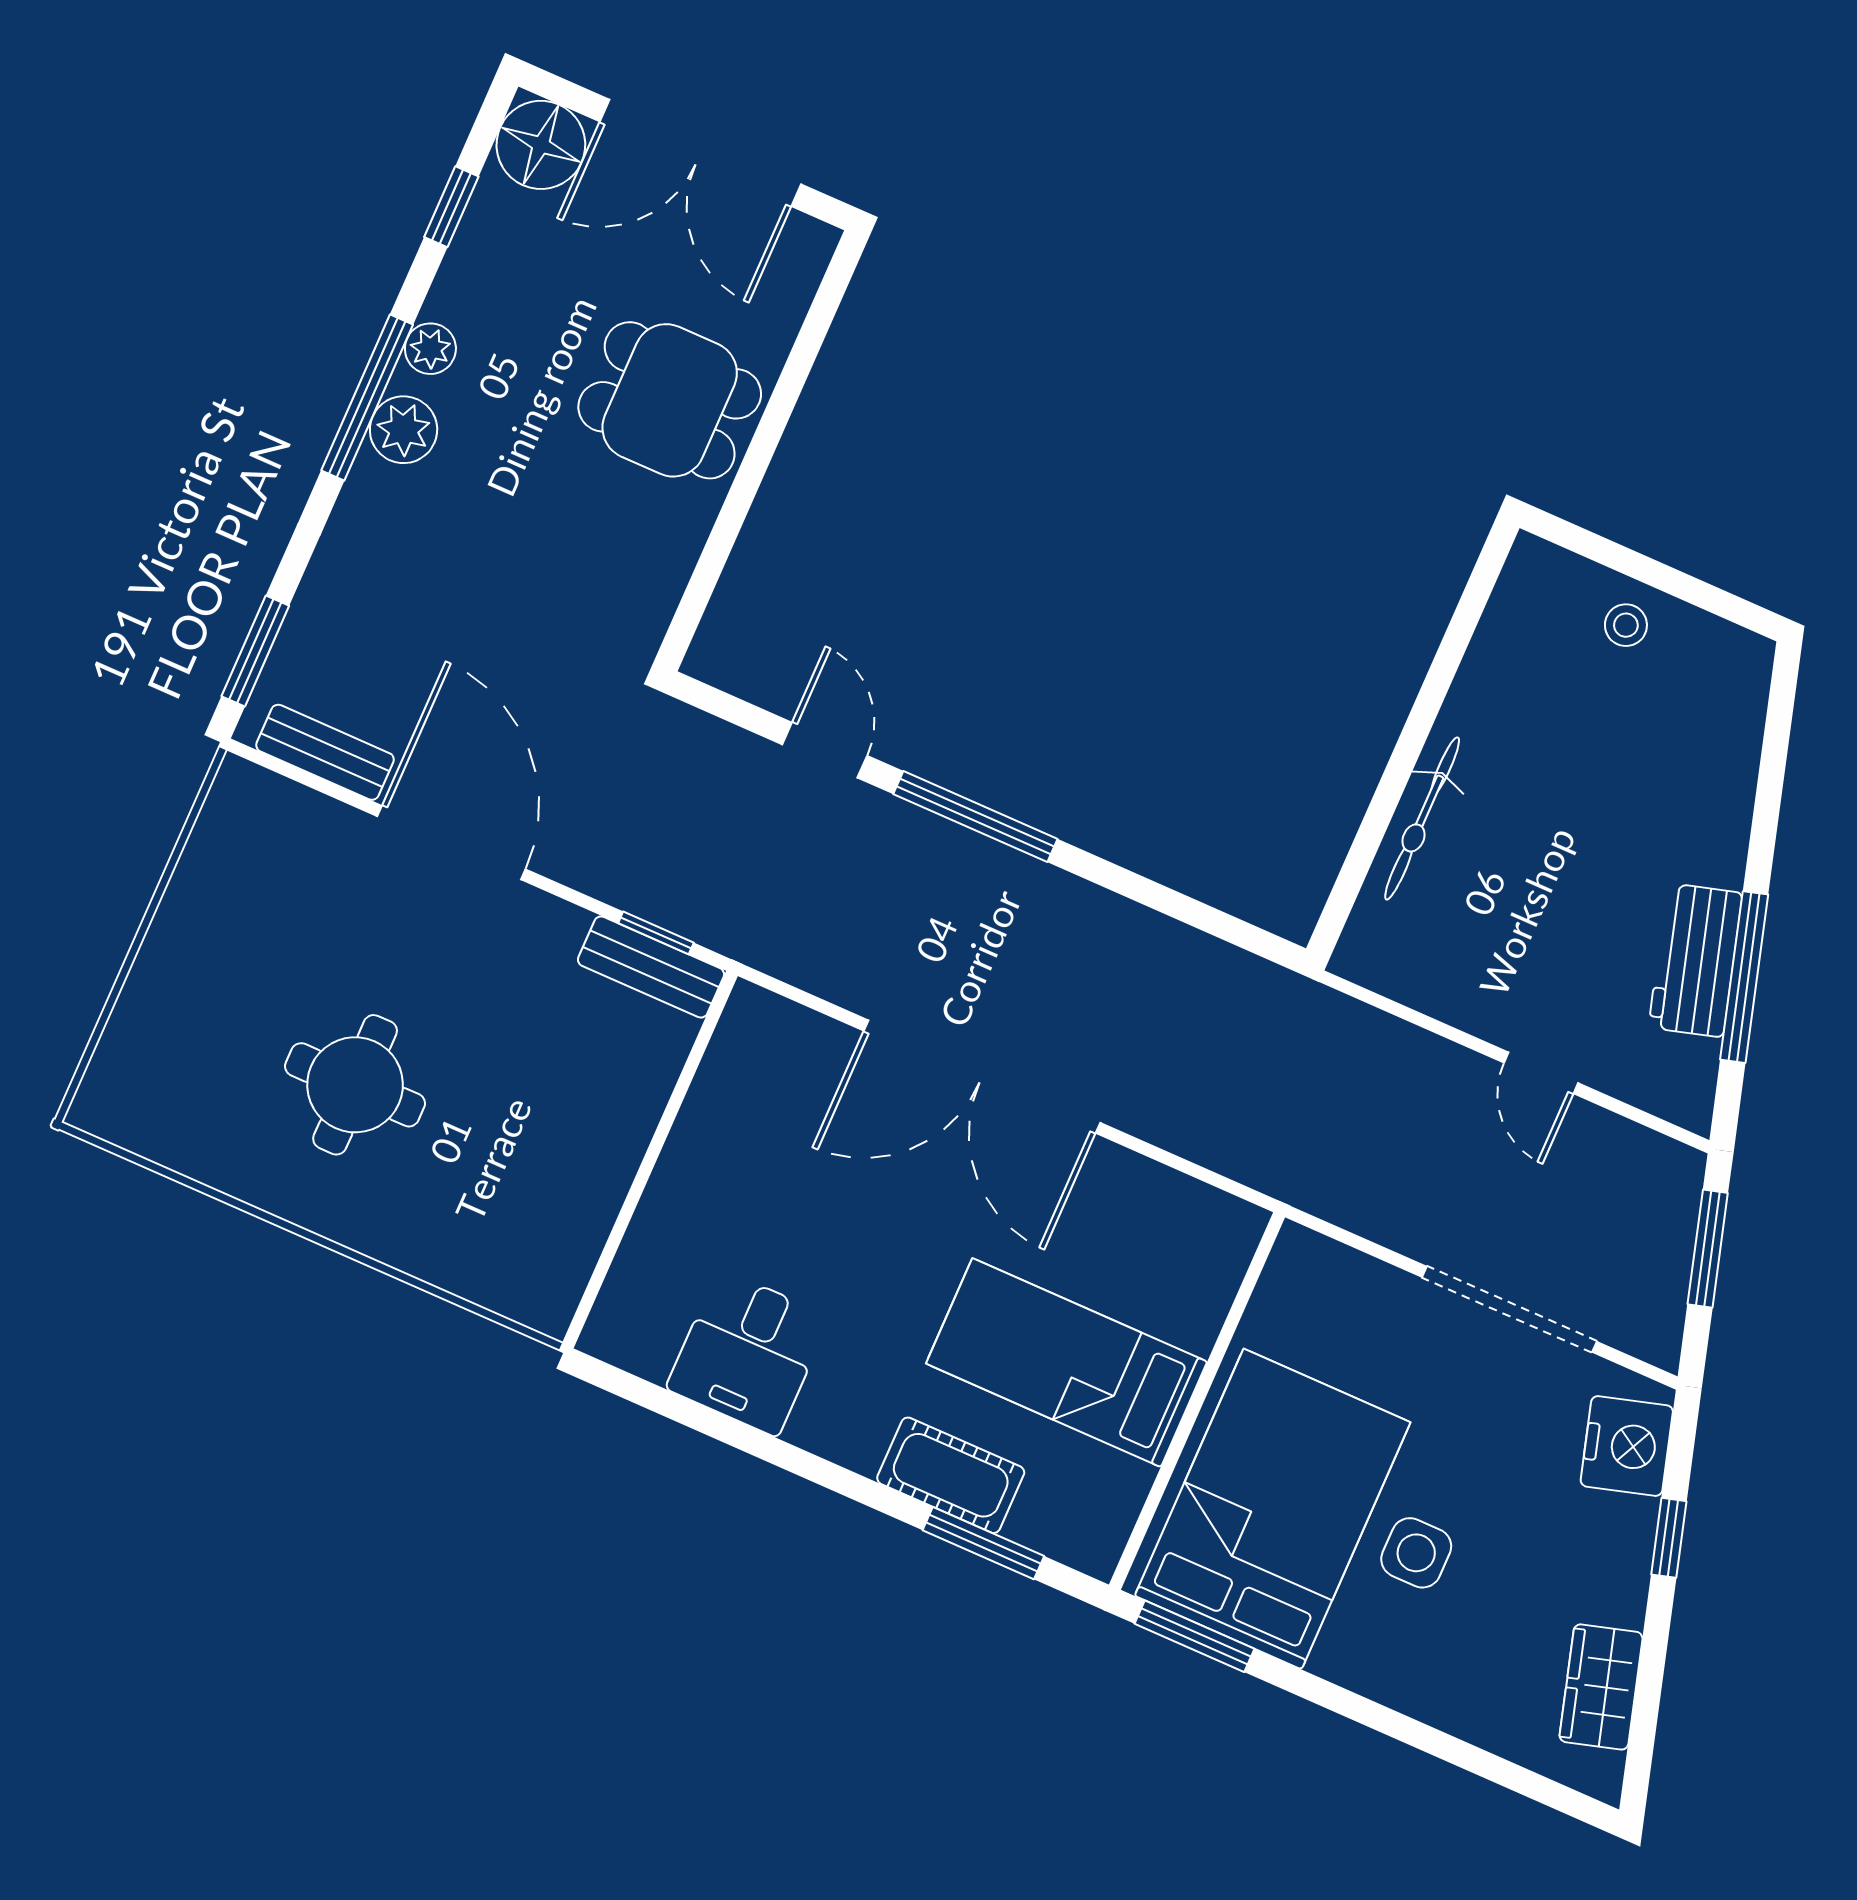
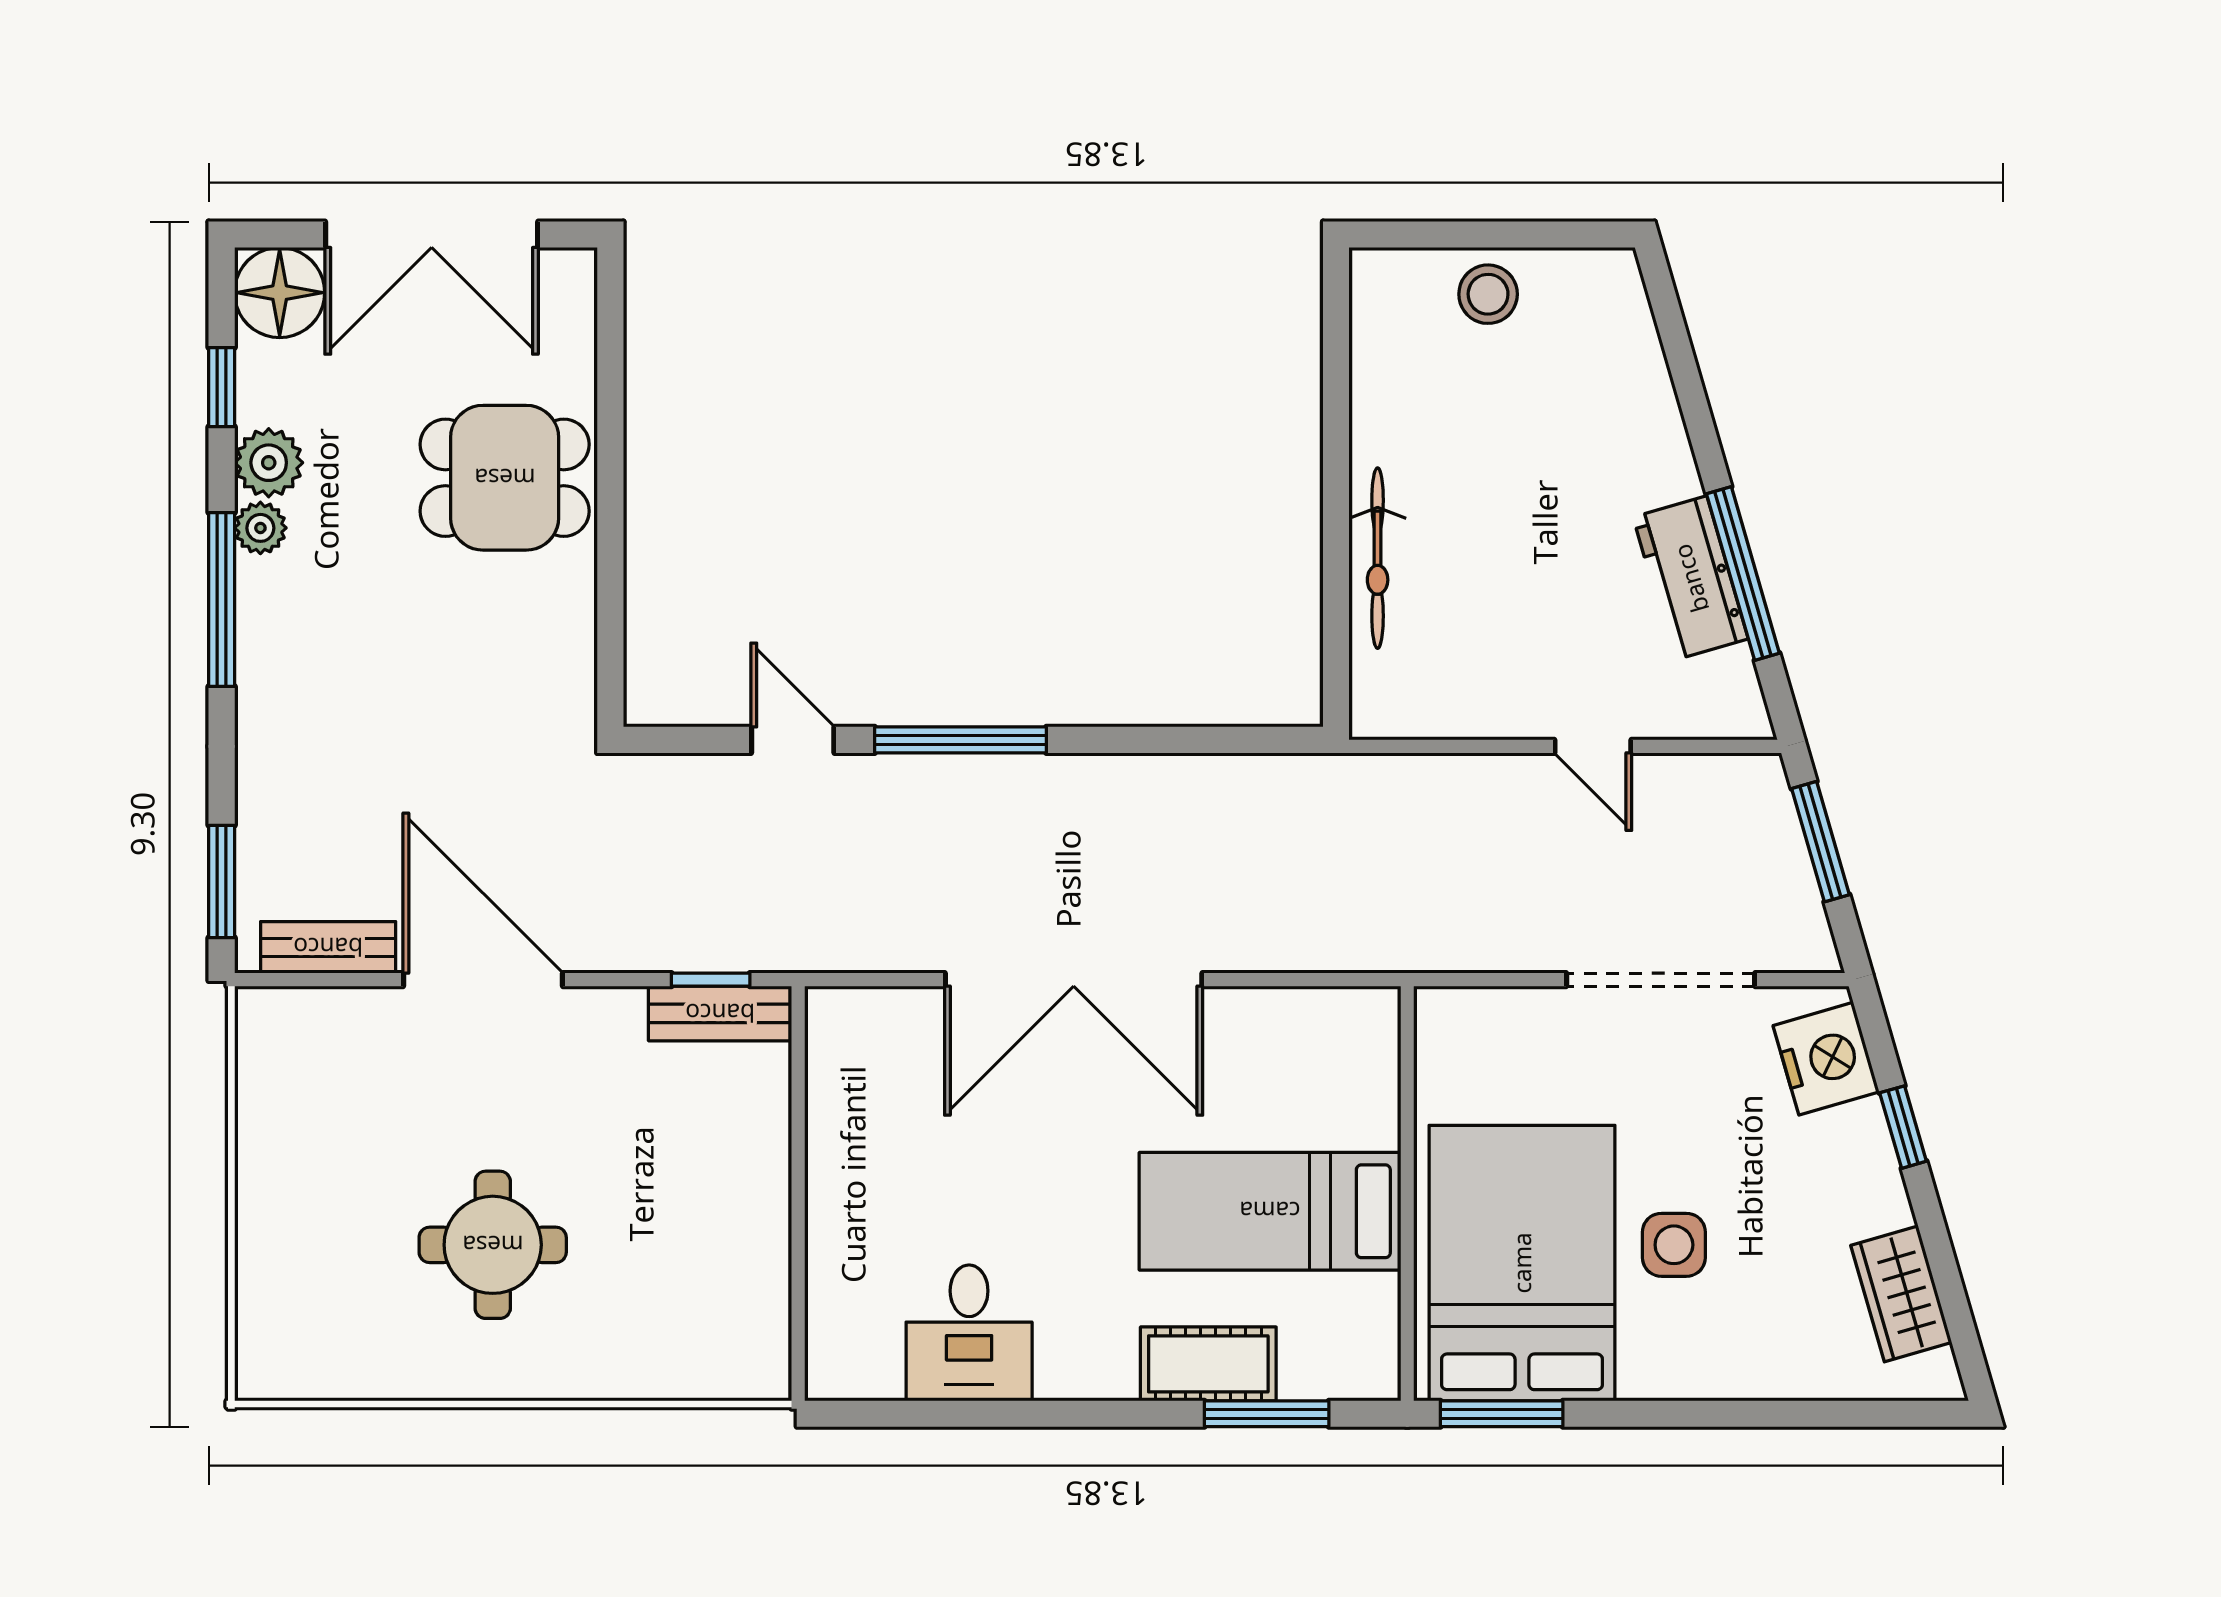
plant: (404, 430) -> (269, 463), moved
stool: (1626, 625) -> (1488, 294), width x1.37, depth x1.37

